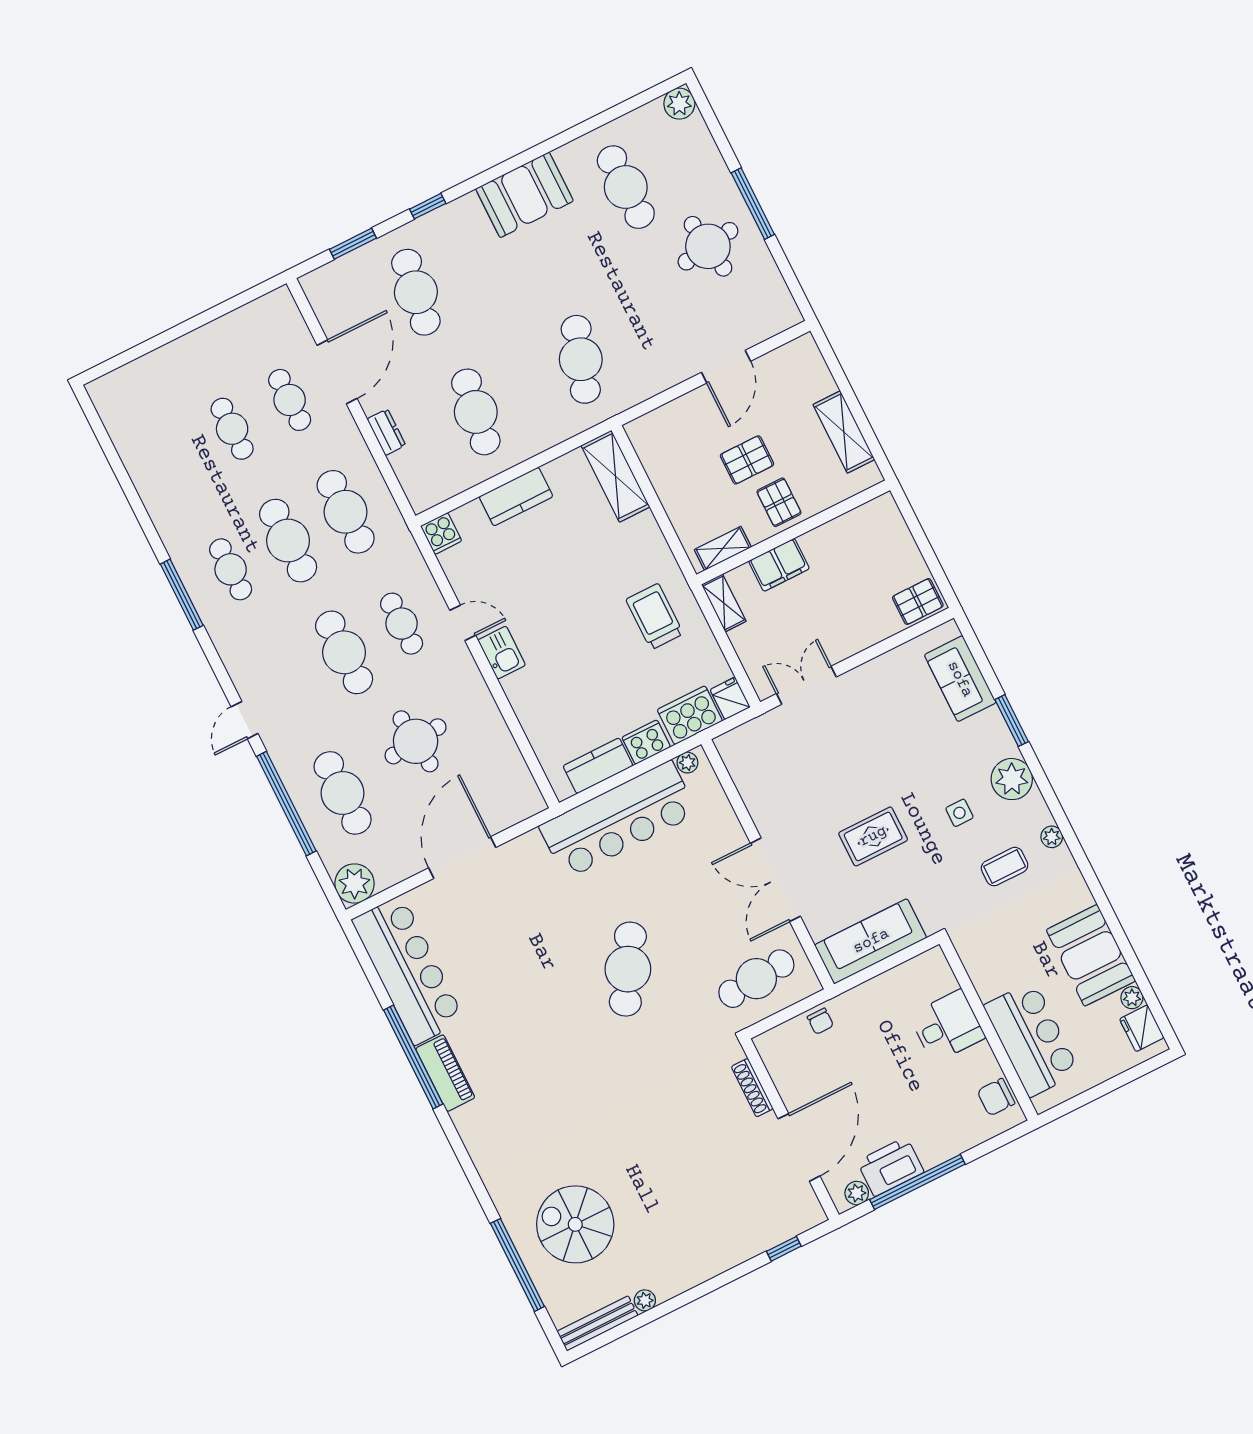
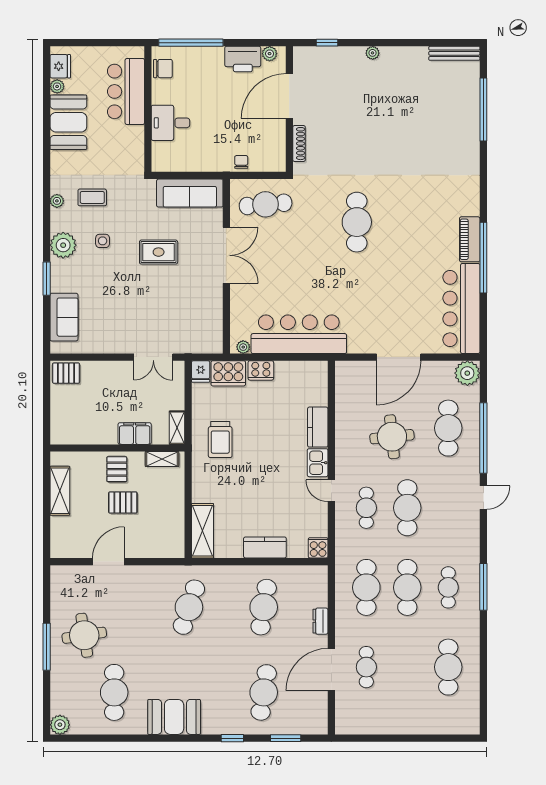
cafe table: (232, 429) -> (448, 667), moved, width x1.37, depth x1.35
kitchen counter: (598, 766) -> (318, 427), moved, turned 90
cafe table: (628, 969) -> (357, 222), moved, turned -31
window: (917, 1182) -> (191, 43), moved
spiral stairs: (575, 1224) -> (439, 116), removed
plant: (645, 1300) -> (373, 53), moved

